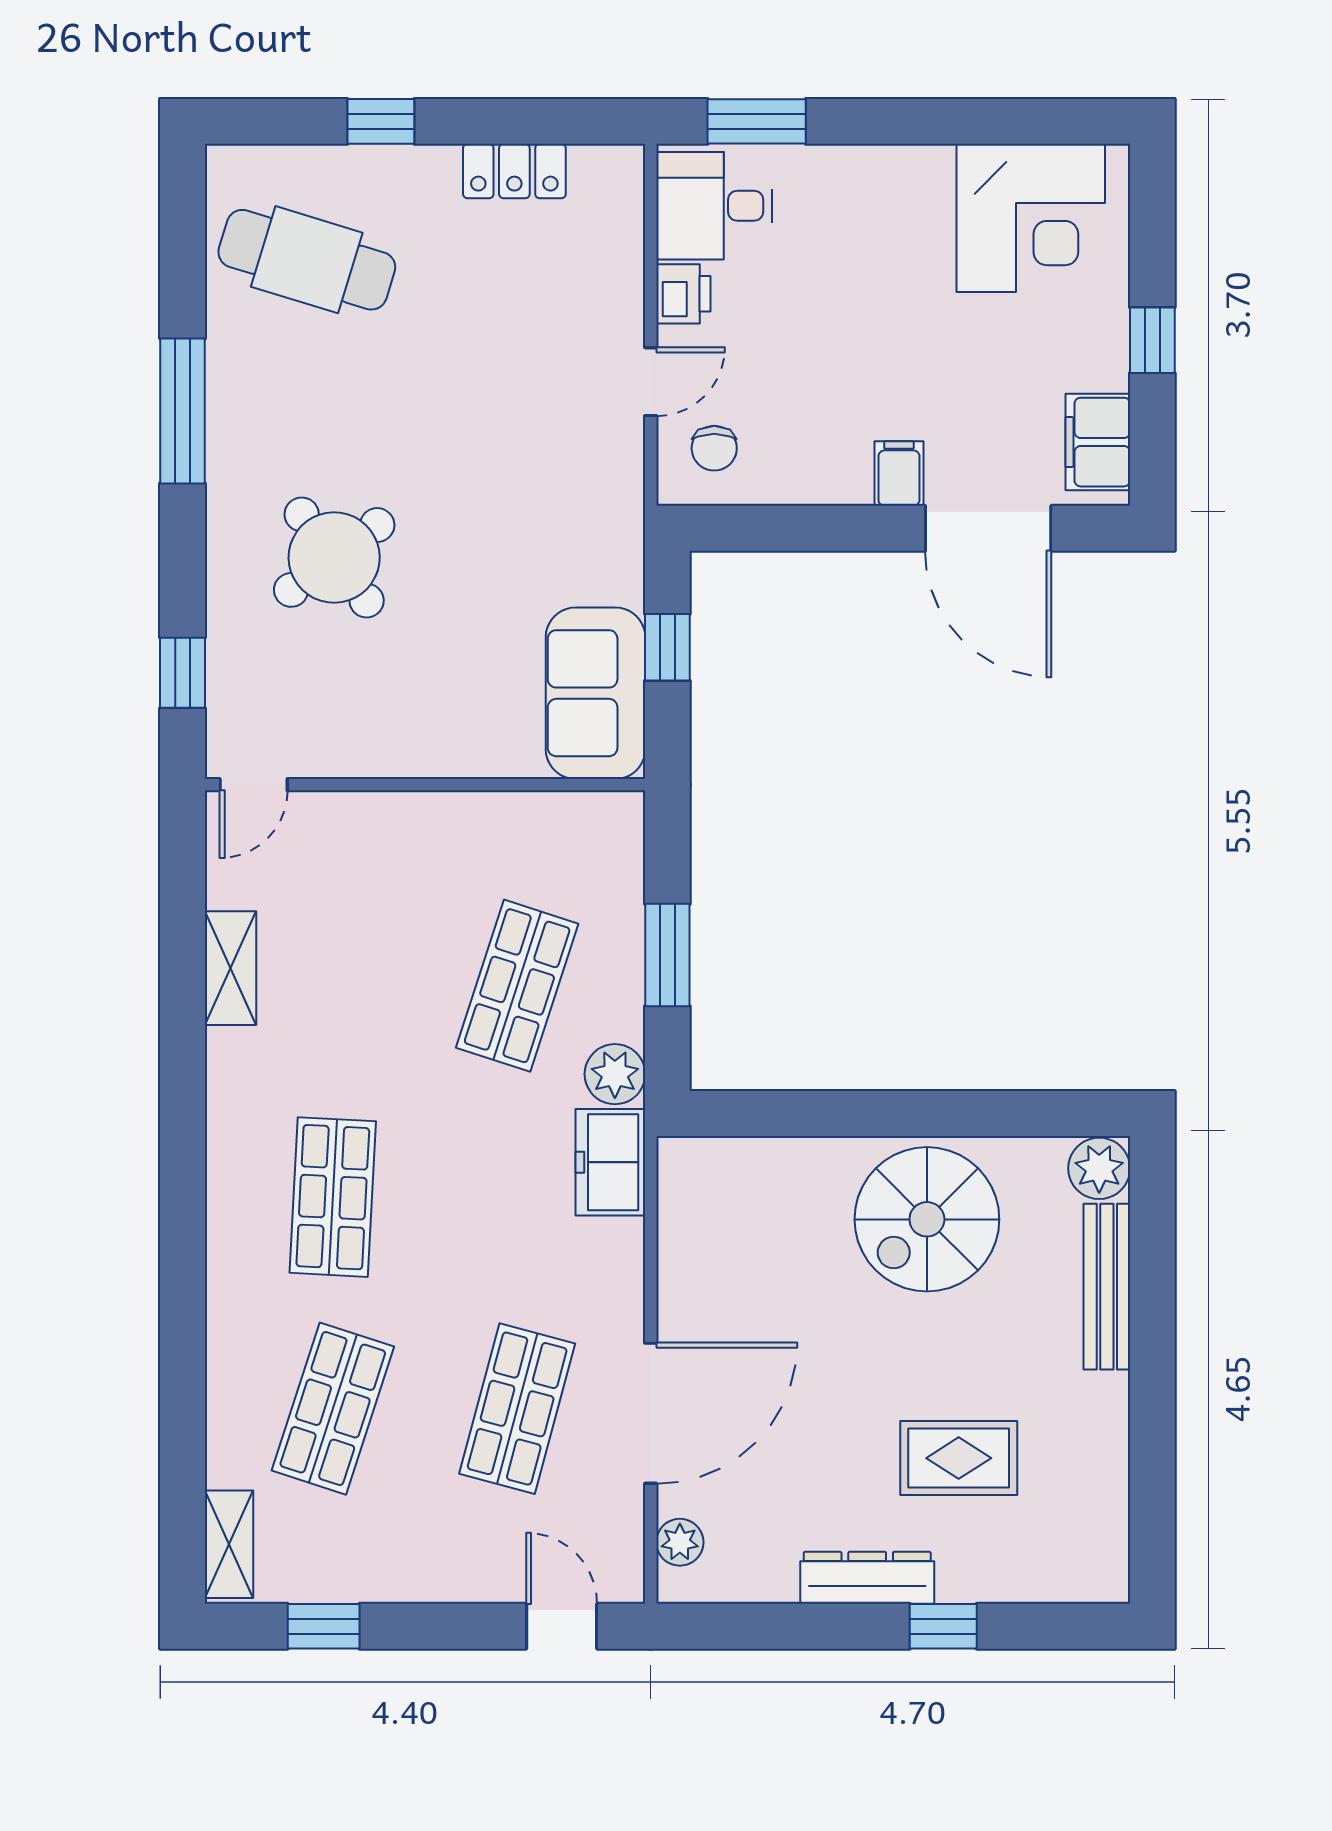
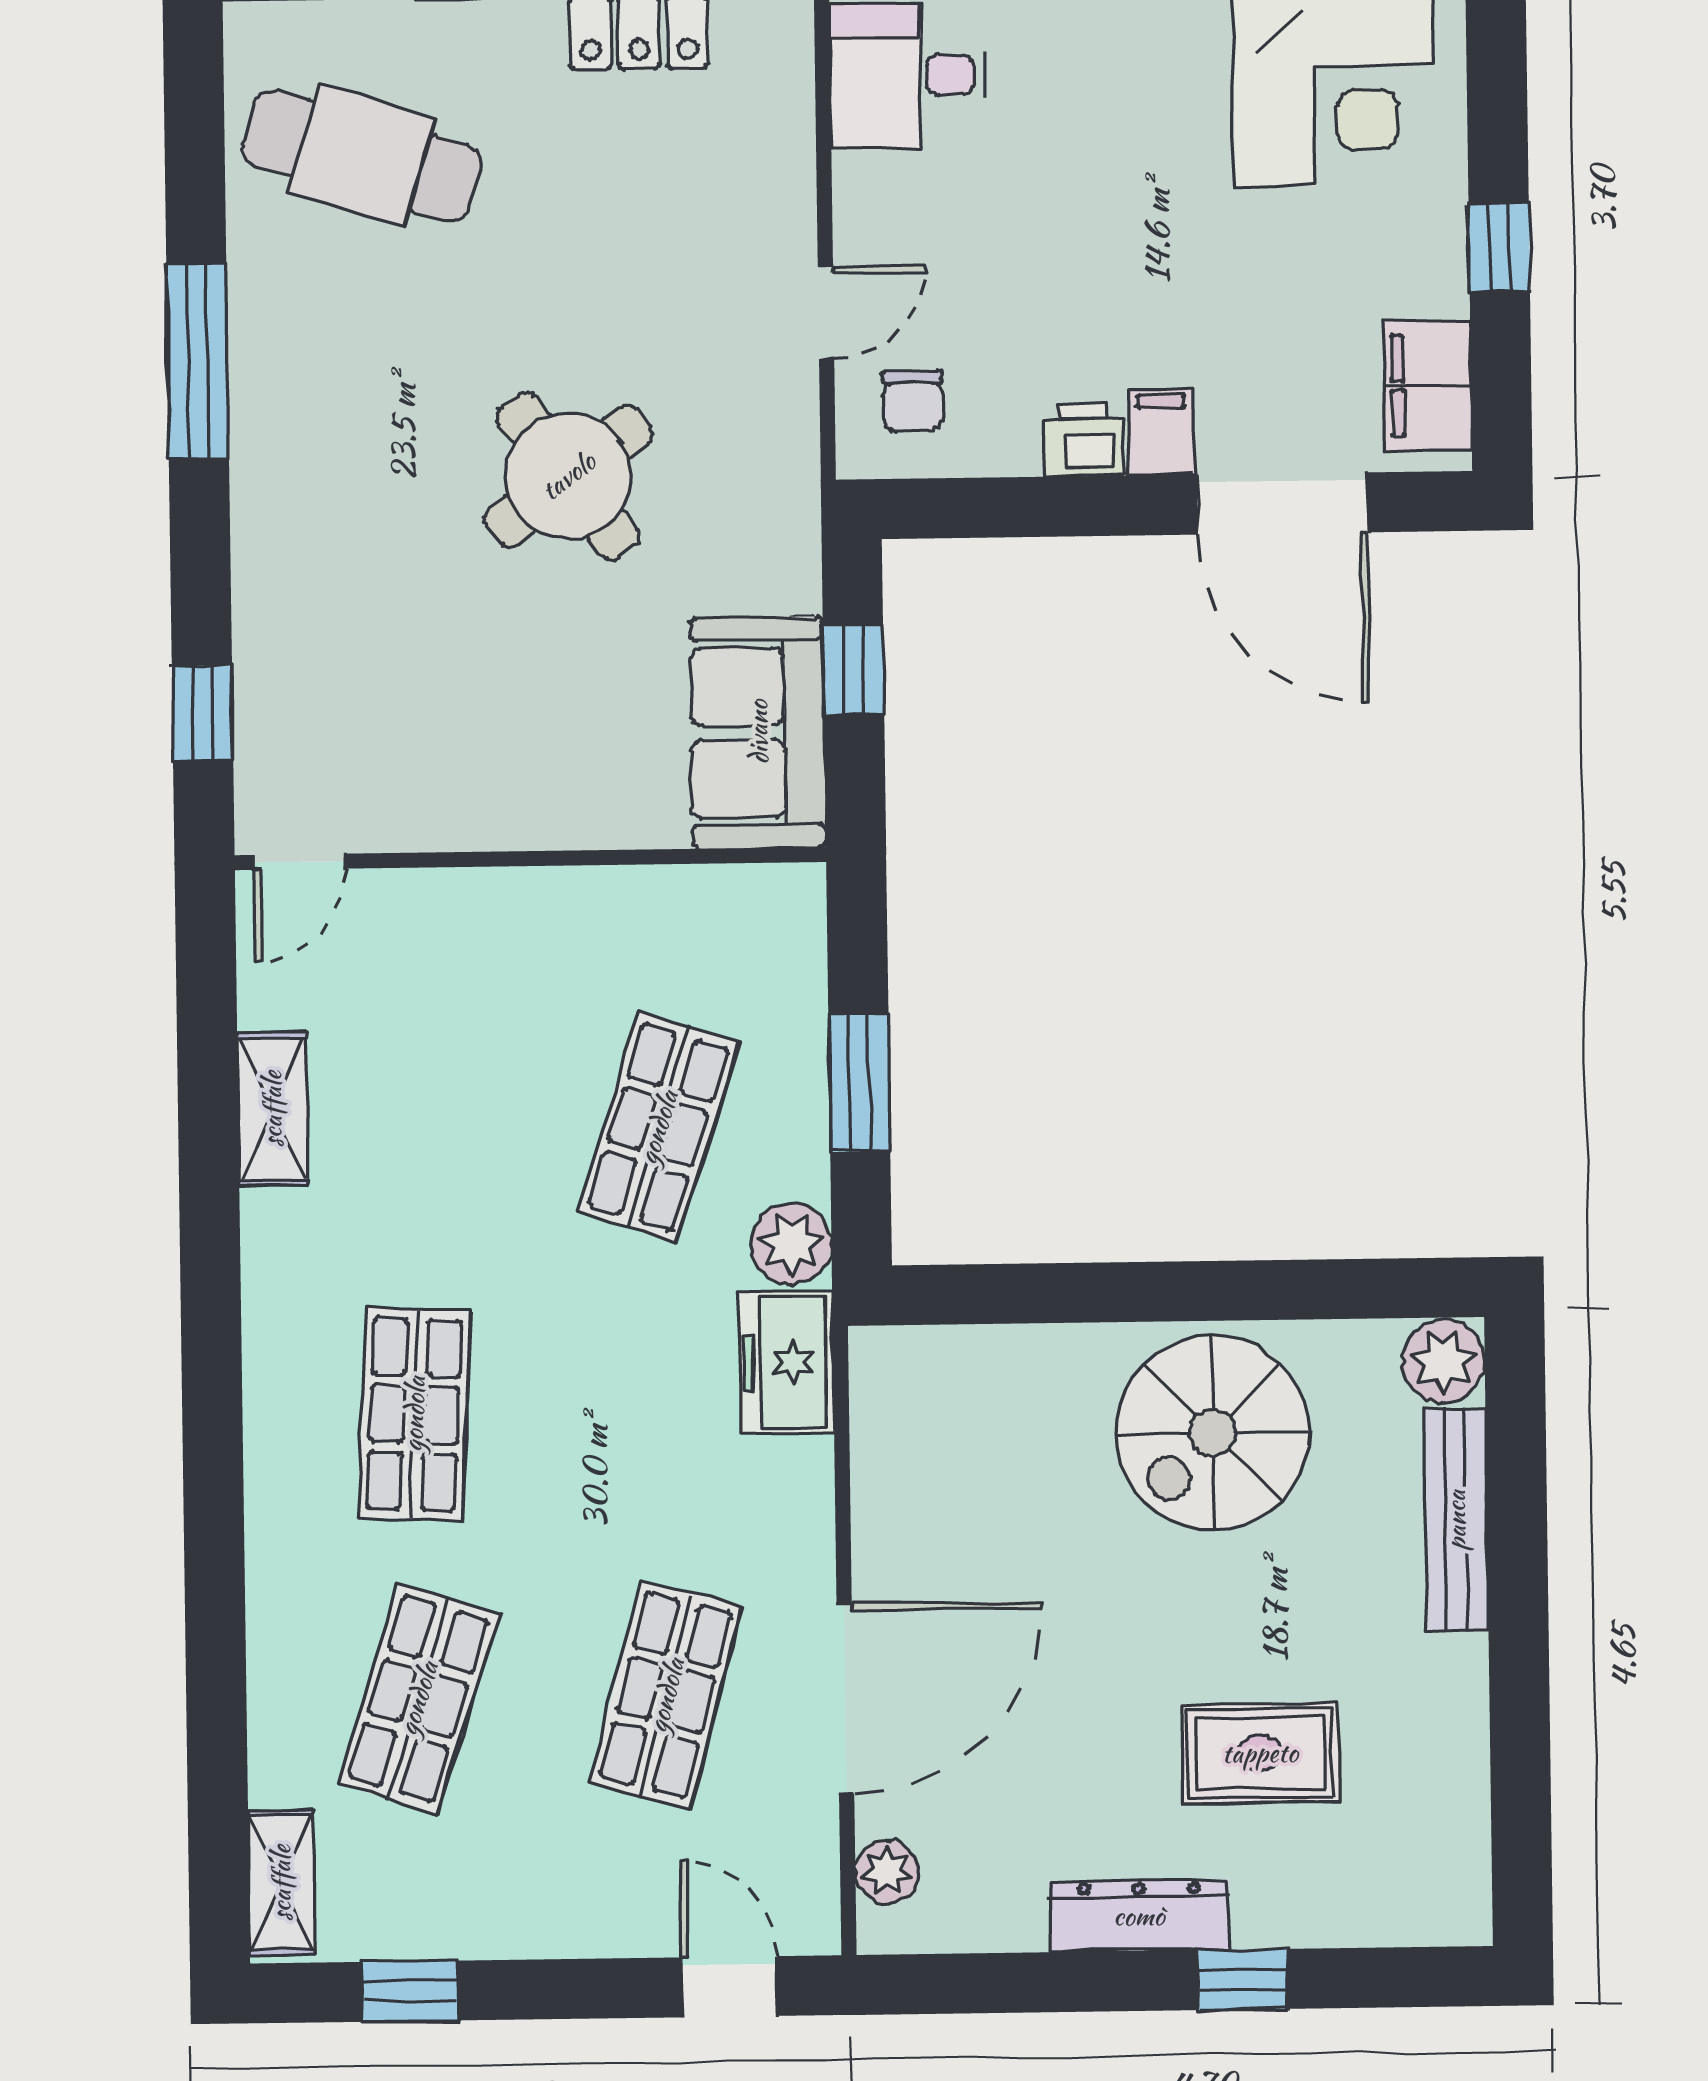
printer: (683, 294) -> (1083, 440), moved, turned -90
round table: (334, 557) -> (568, 476), moved

